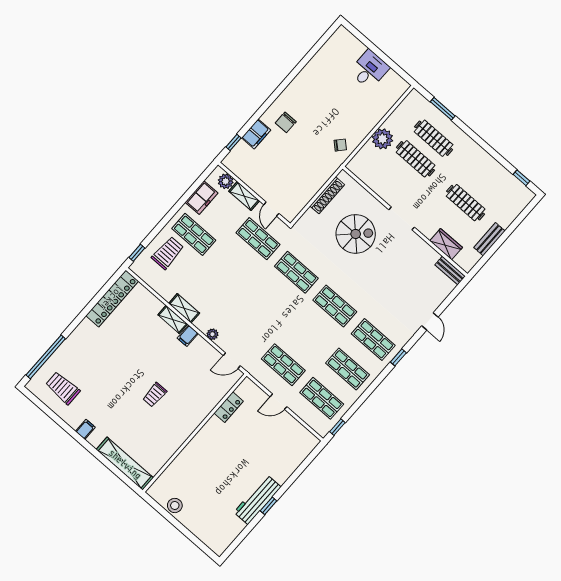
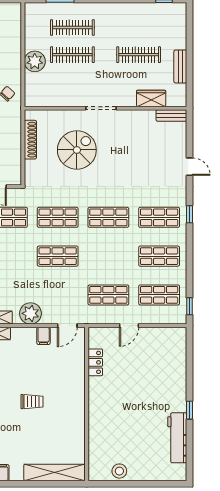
shop shelf: (271, 302) -> (58, 256), added
plant: (212, 334) -> (30, 313), width x1.88, depth x1.88
filing cabinet: (188, 336) -> (44, 336), moved
trolley: (155, 395) -> (32, 402), turned -90
workbench: (257, 500) -> (177, 438), moved

